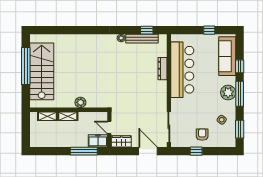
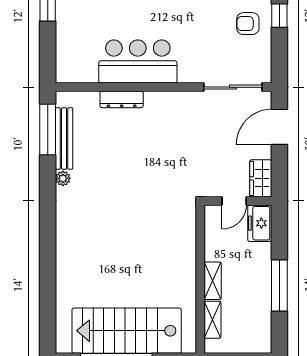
window: (147, 30) -> (48, 129), width x2.17
bar counter: (182, 70) -> (138, 62), width x0.73
plant: (80, 102) -> (186, 256), removed
window: (84, 151) -> (279, 286), moved
window: (196, 151) -> (279, 16), moved

